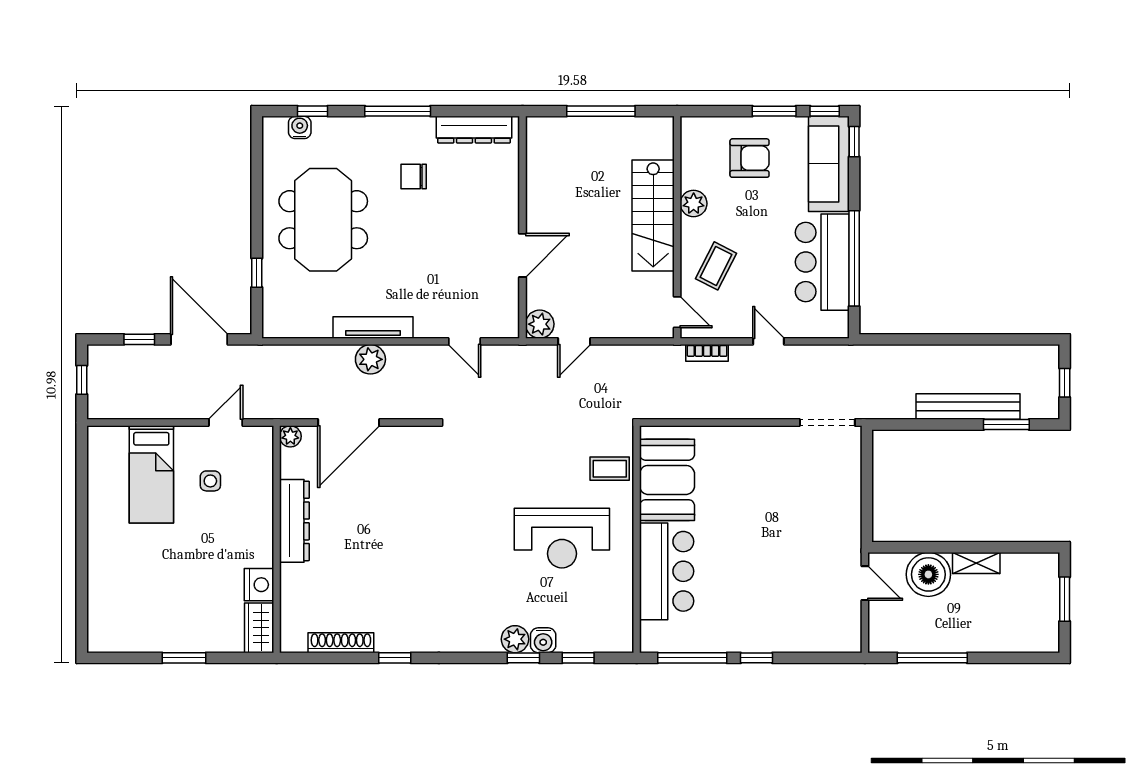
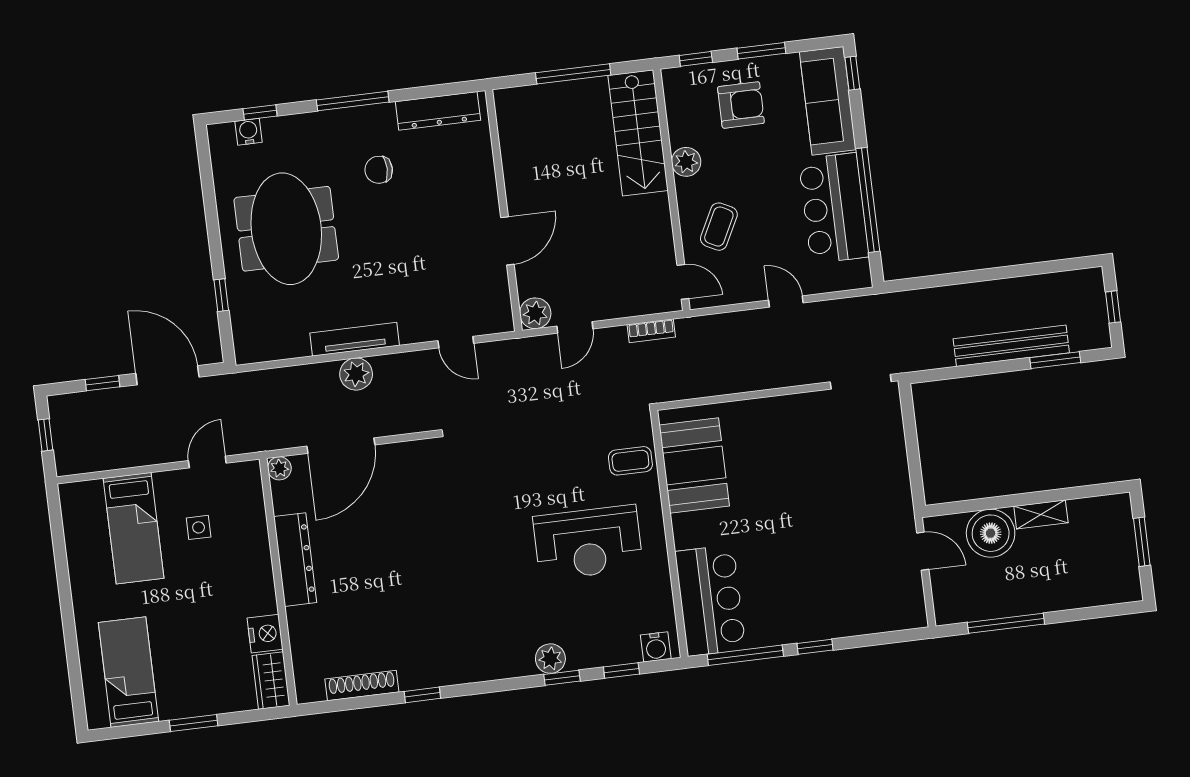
window: (825, 111) -> (696, 59), moved
stairs: (653, 216) -> (638, 133), moved
bookcase: (707, 353) -> (651, 331), moved
bar counter: (667, 571) -> (710, 600), moved
bed: (131, 604) -> (128, 672), added
water cooler: (543, 640) -> (656, 647), moved

